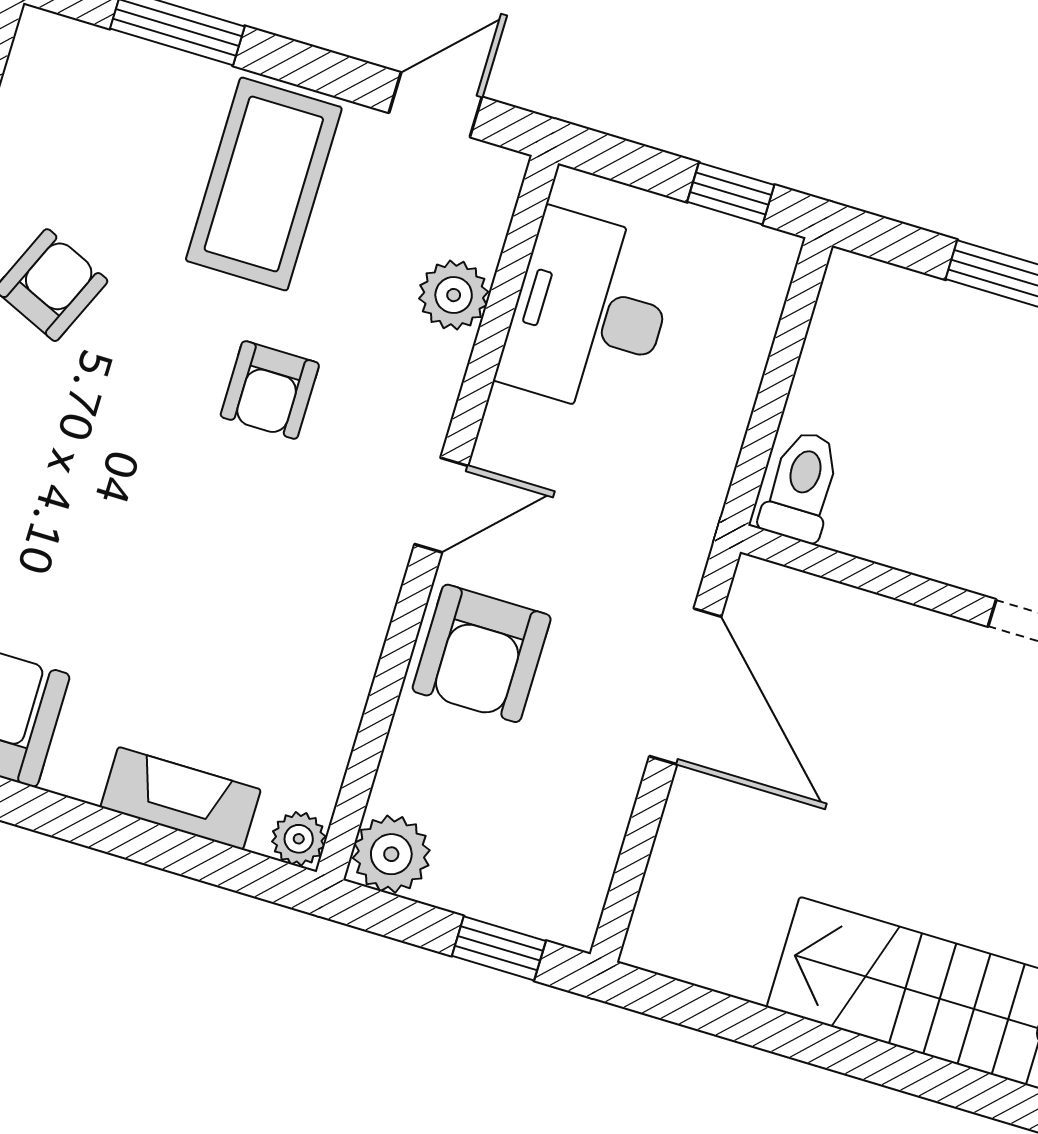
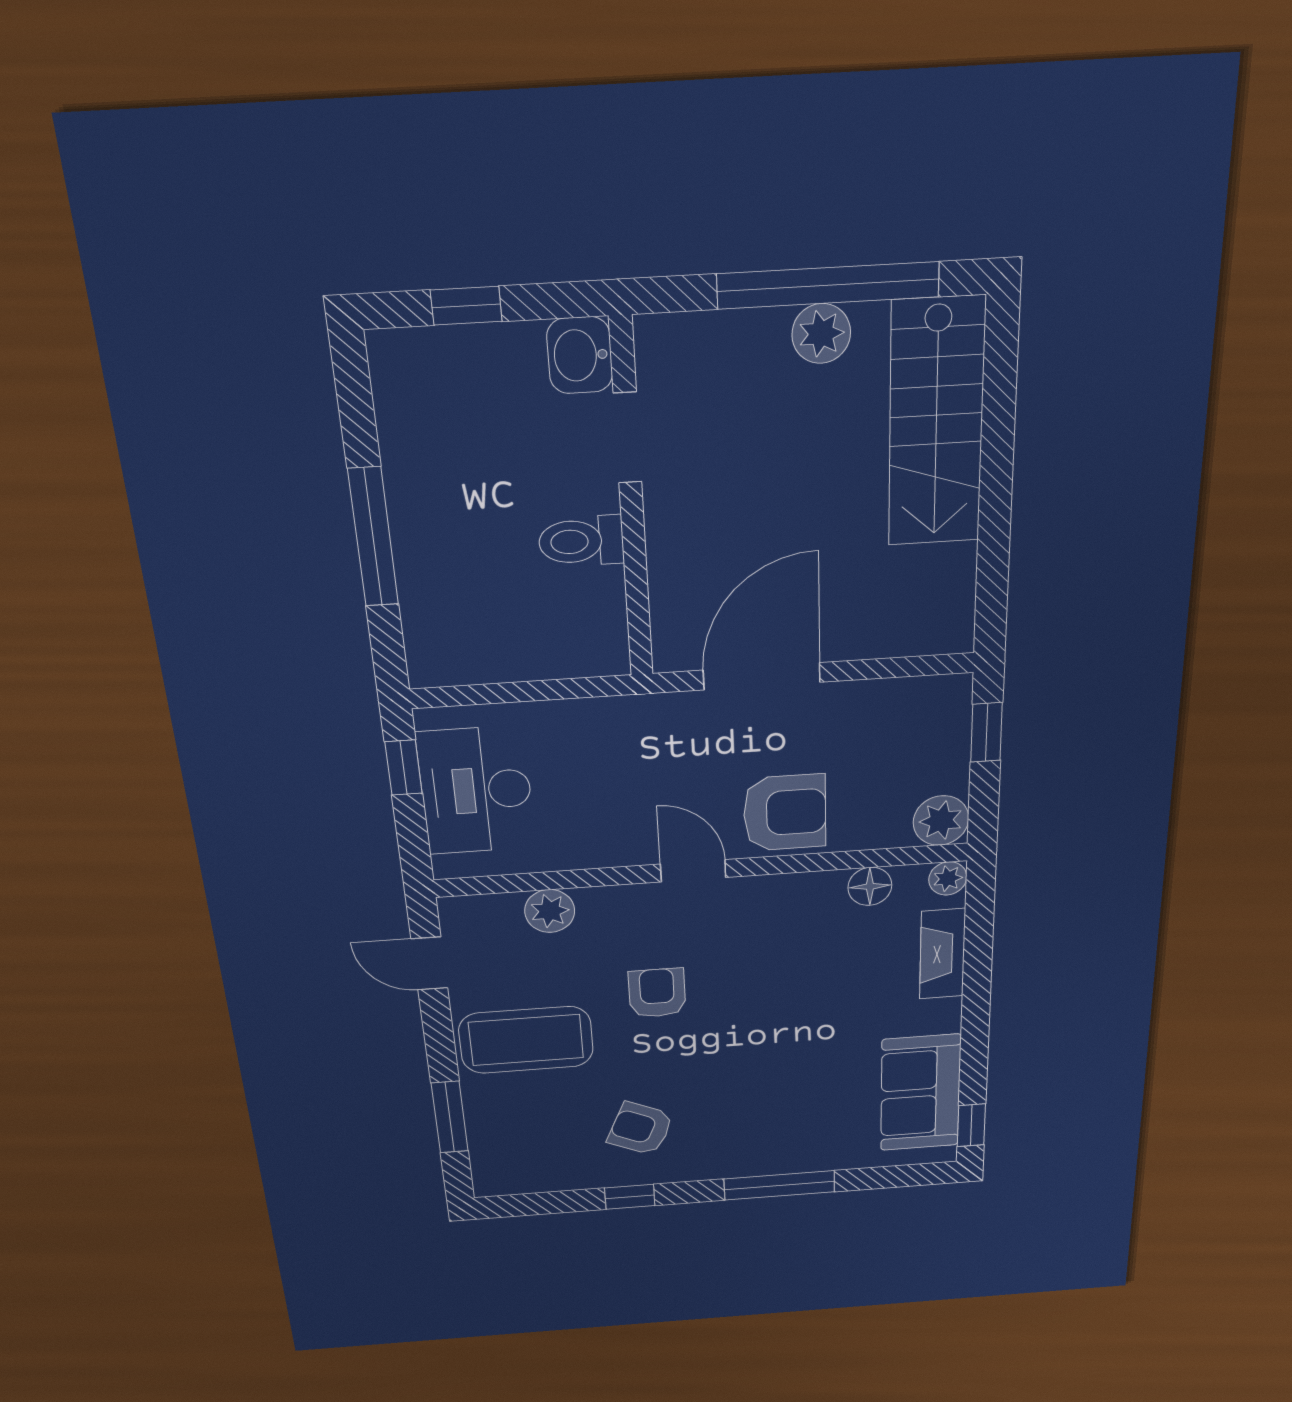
desk: (589, 313) -> (476, 791), moved, turned 90
armchair: (270, 390) -> (657, 993), turned -90
toilet: (801, 486) -> (581, 541), moved
floor lamp: (327, 731) -> (870, 886), added

